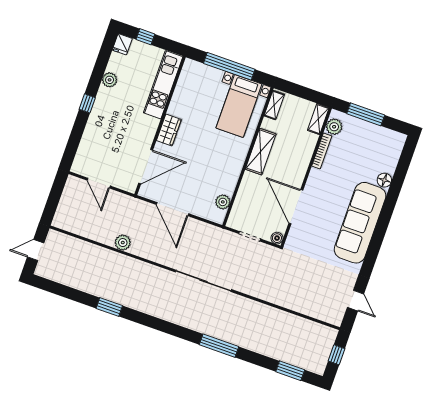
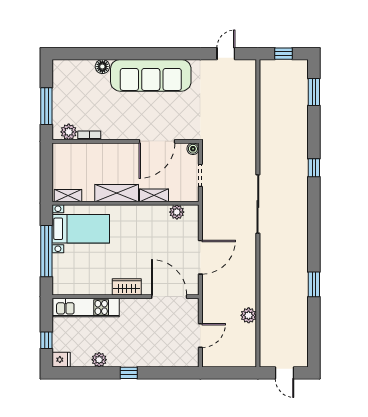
shelving: (318, 119) -> (154, 195), moved
bookcase: (322, 151) -> (89, 135), width x0.64
plant: (123, 243) -> (249, 315), moved
window: (219, 346) -> (314, 168), width x0.46

